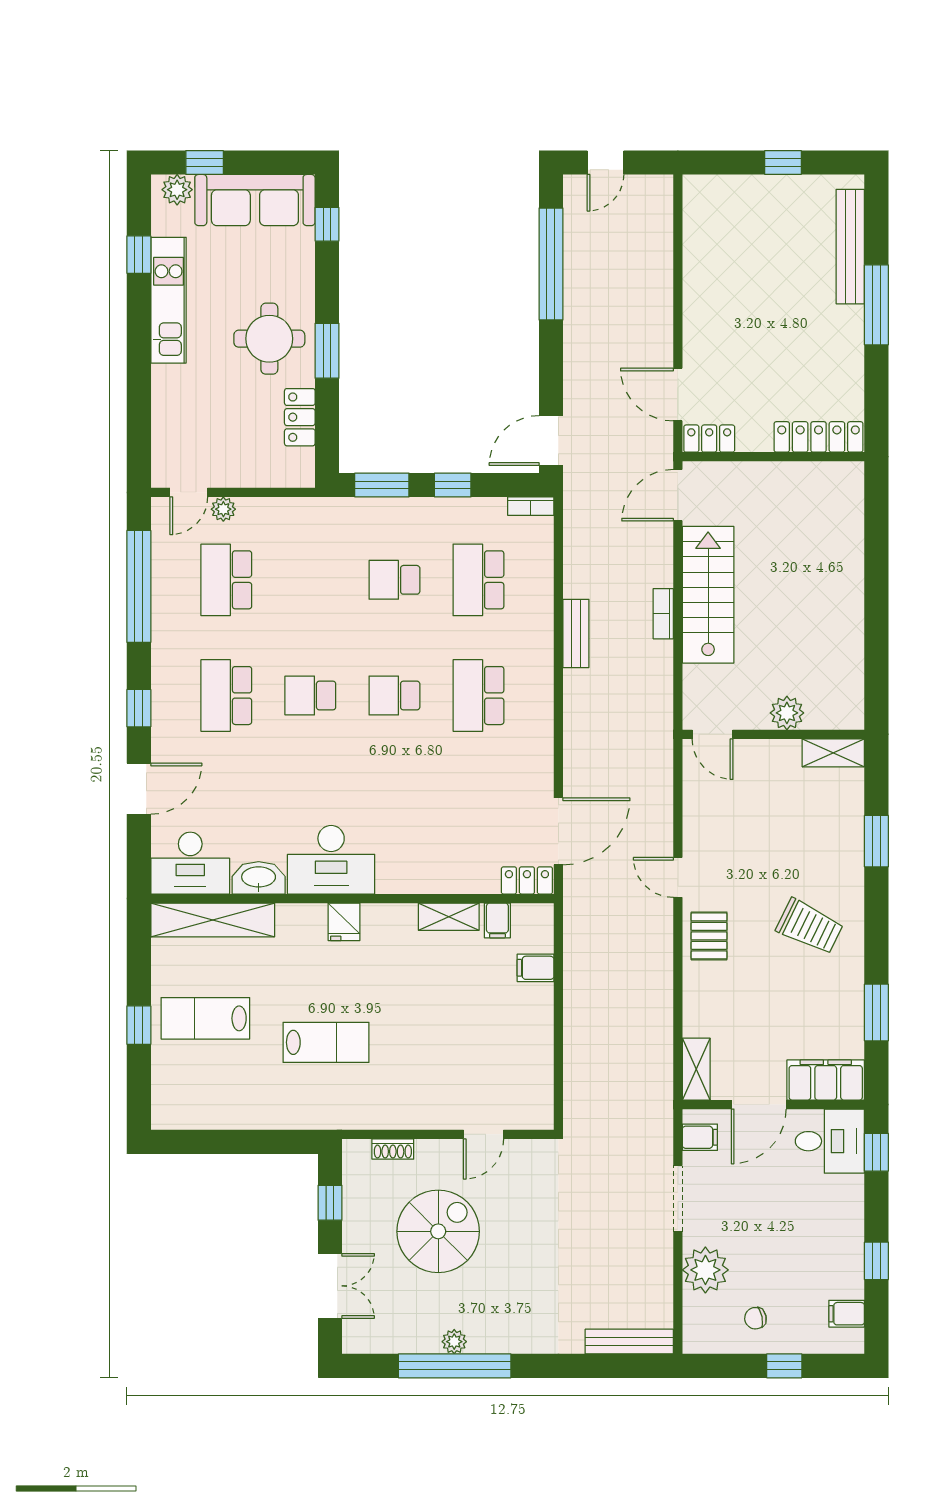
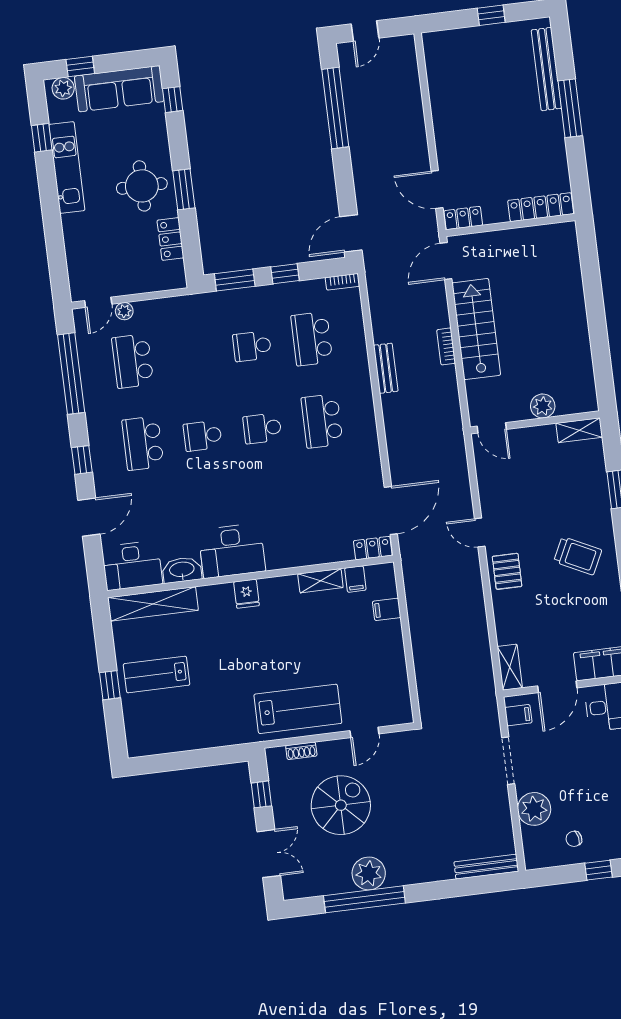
lab bench: (326, 1042) -> (298, 709), moved, width x1.36, depth x1.39
plant: (454, 1342) -> (369, 873), width x1.88, depth x1.88

